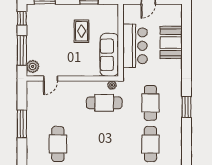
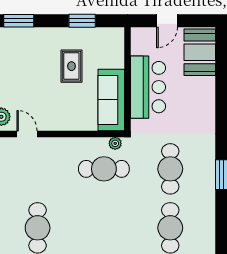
booth: (171, 42) -> (200, 52), moved
door: (51, 78) -> (27, 134), swing flipped

